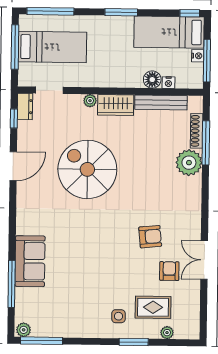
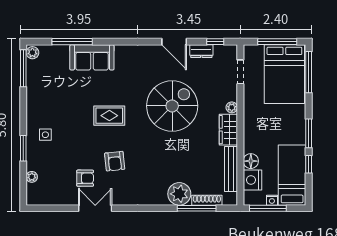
window: (190, 13) -> (309, 164), moved
bed: (52, 47) -> (284, 74), width x1.50
nightstand: (168, 83) -> (252, 180), width x1.89, depth x1.79
dresser: (25, 107) -> (201, 51), moved
rug: (153, 307) -> (109, 116), moved, turned 90

